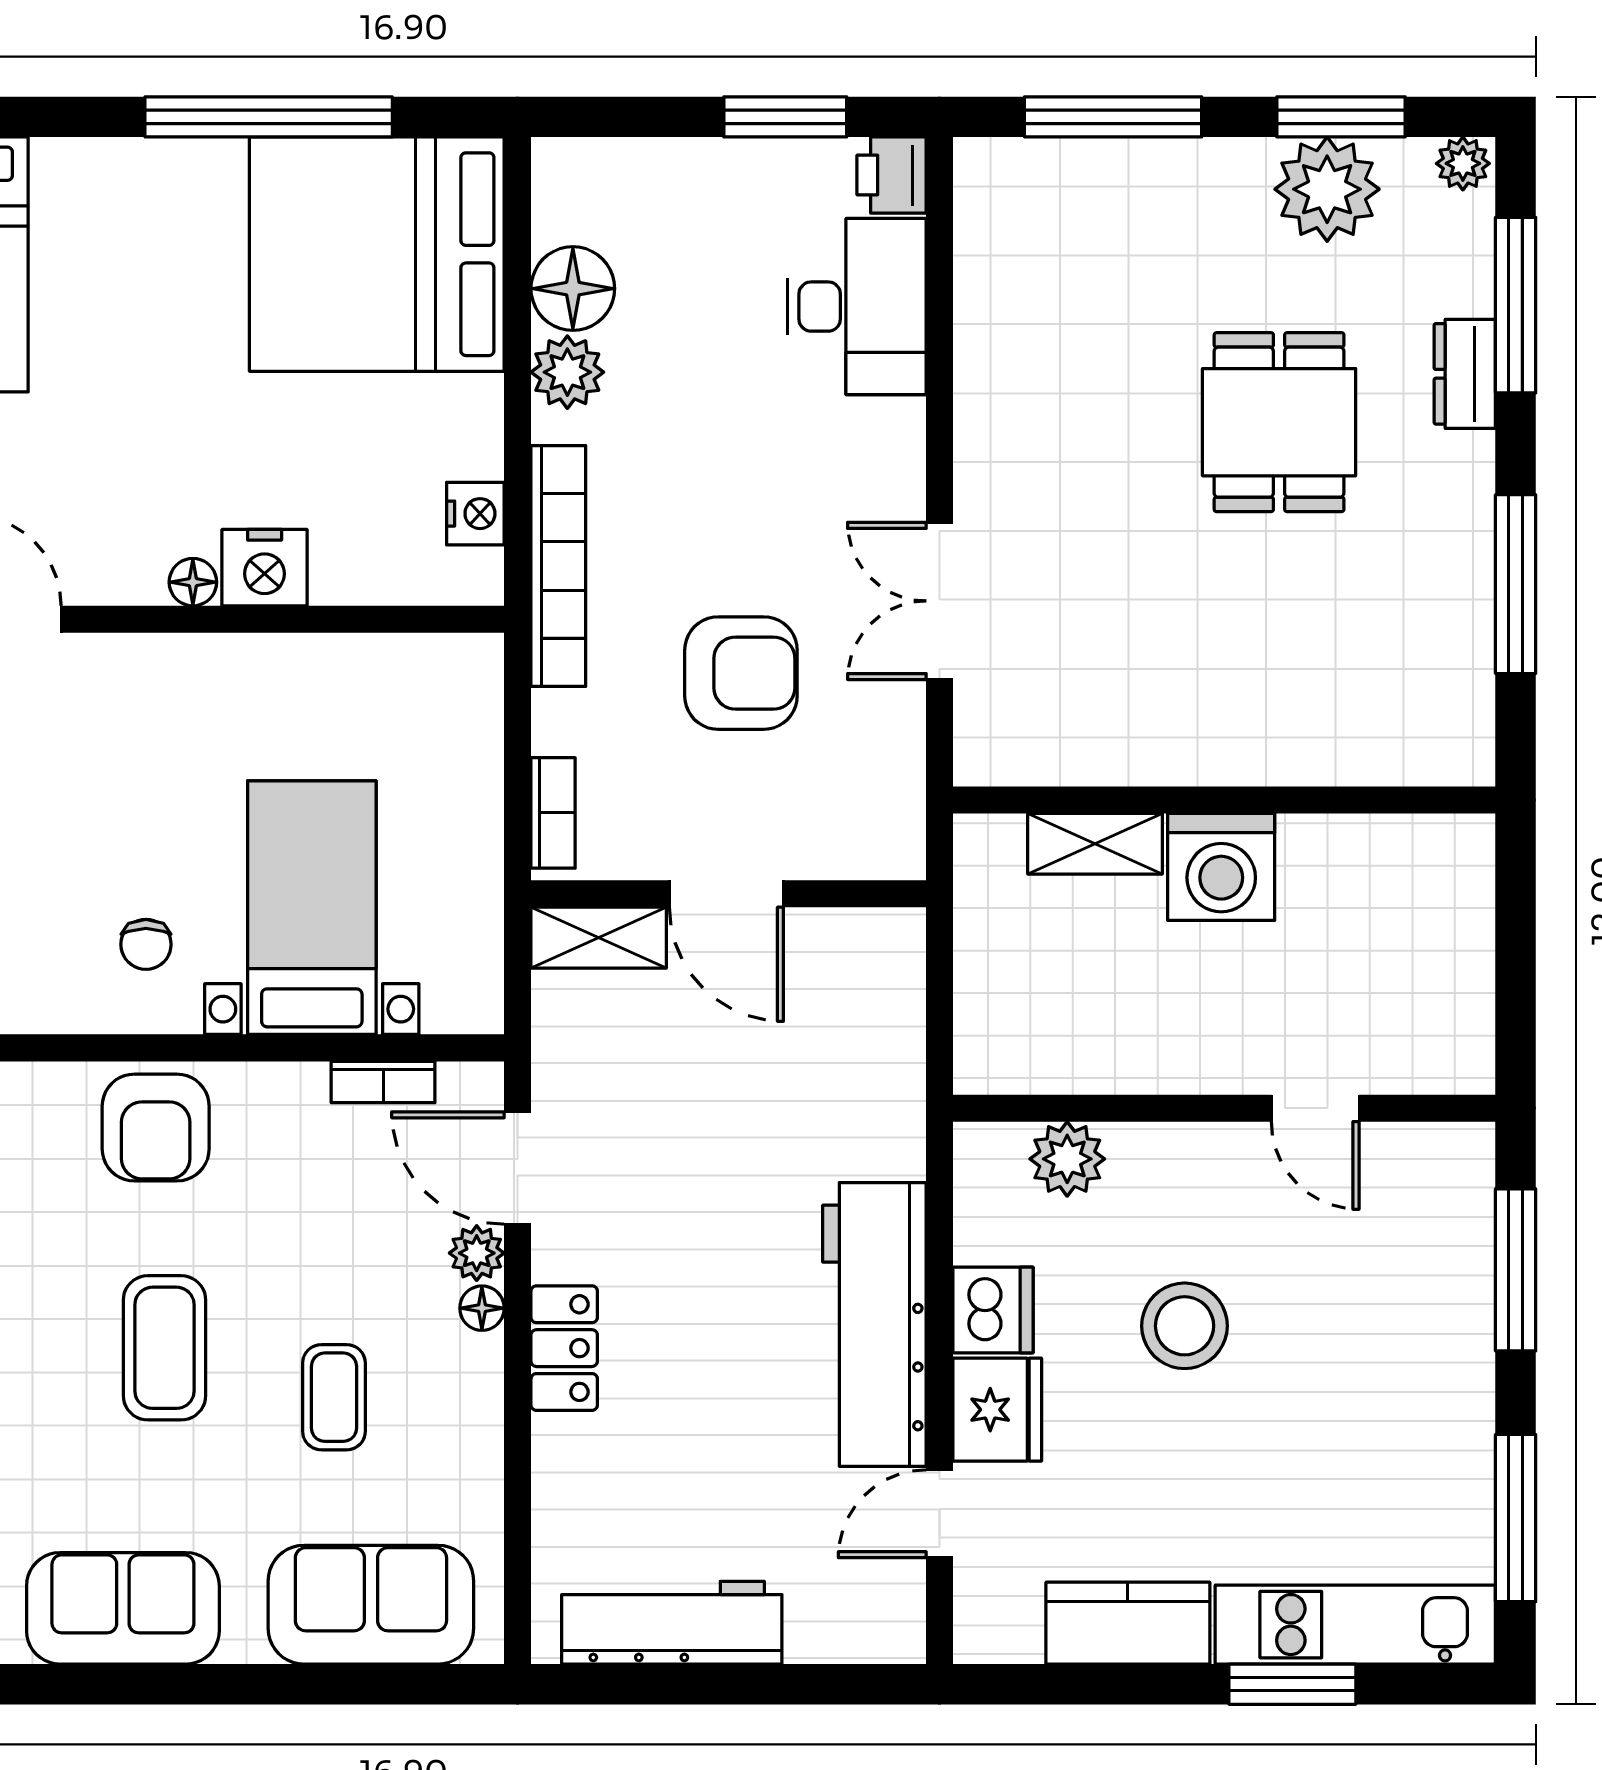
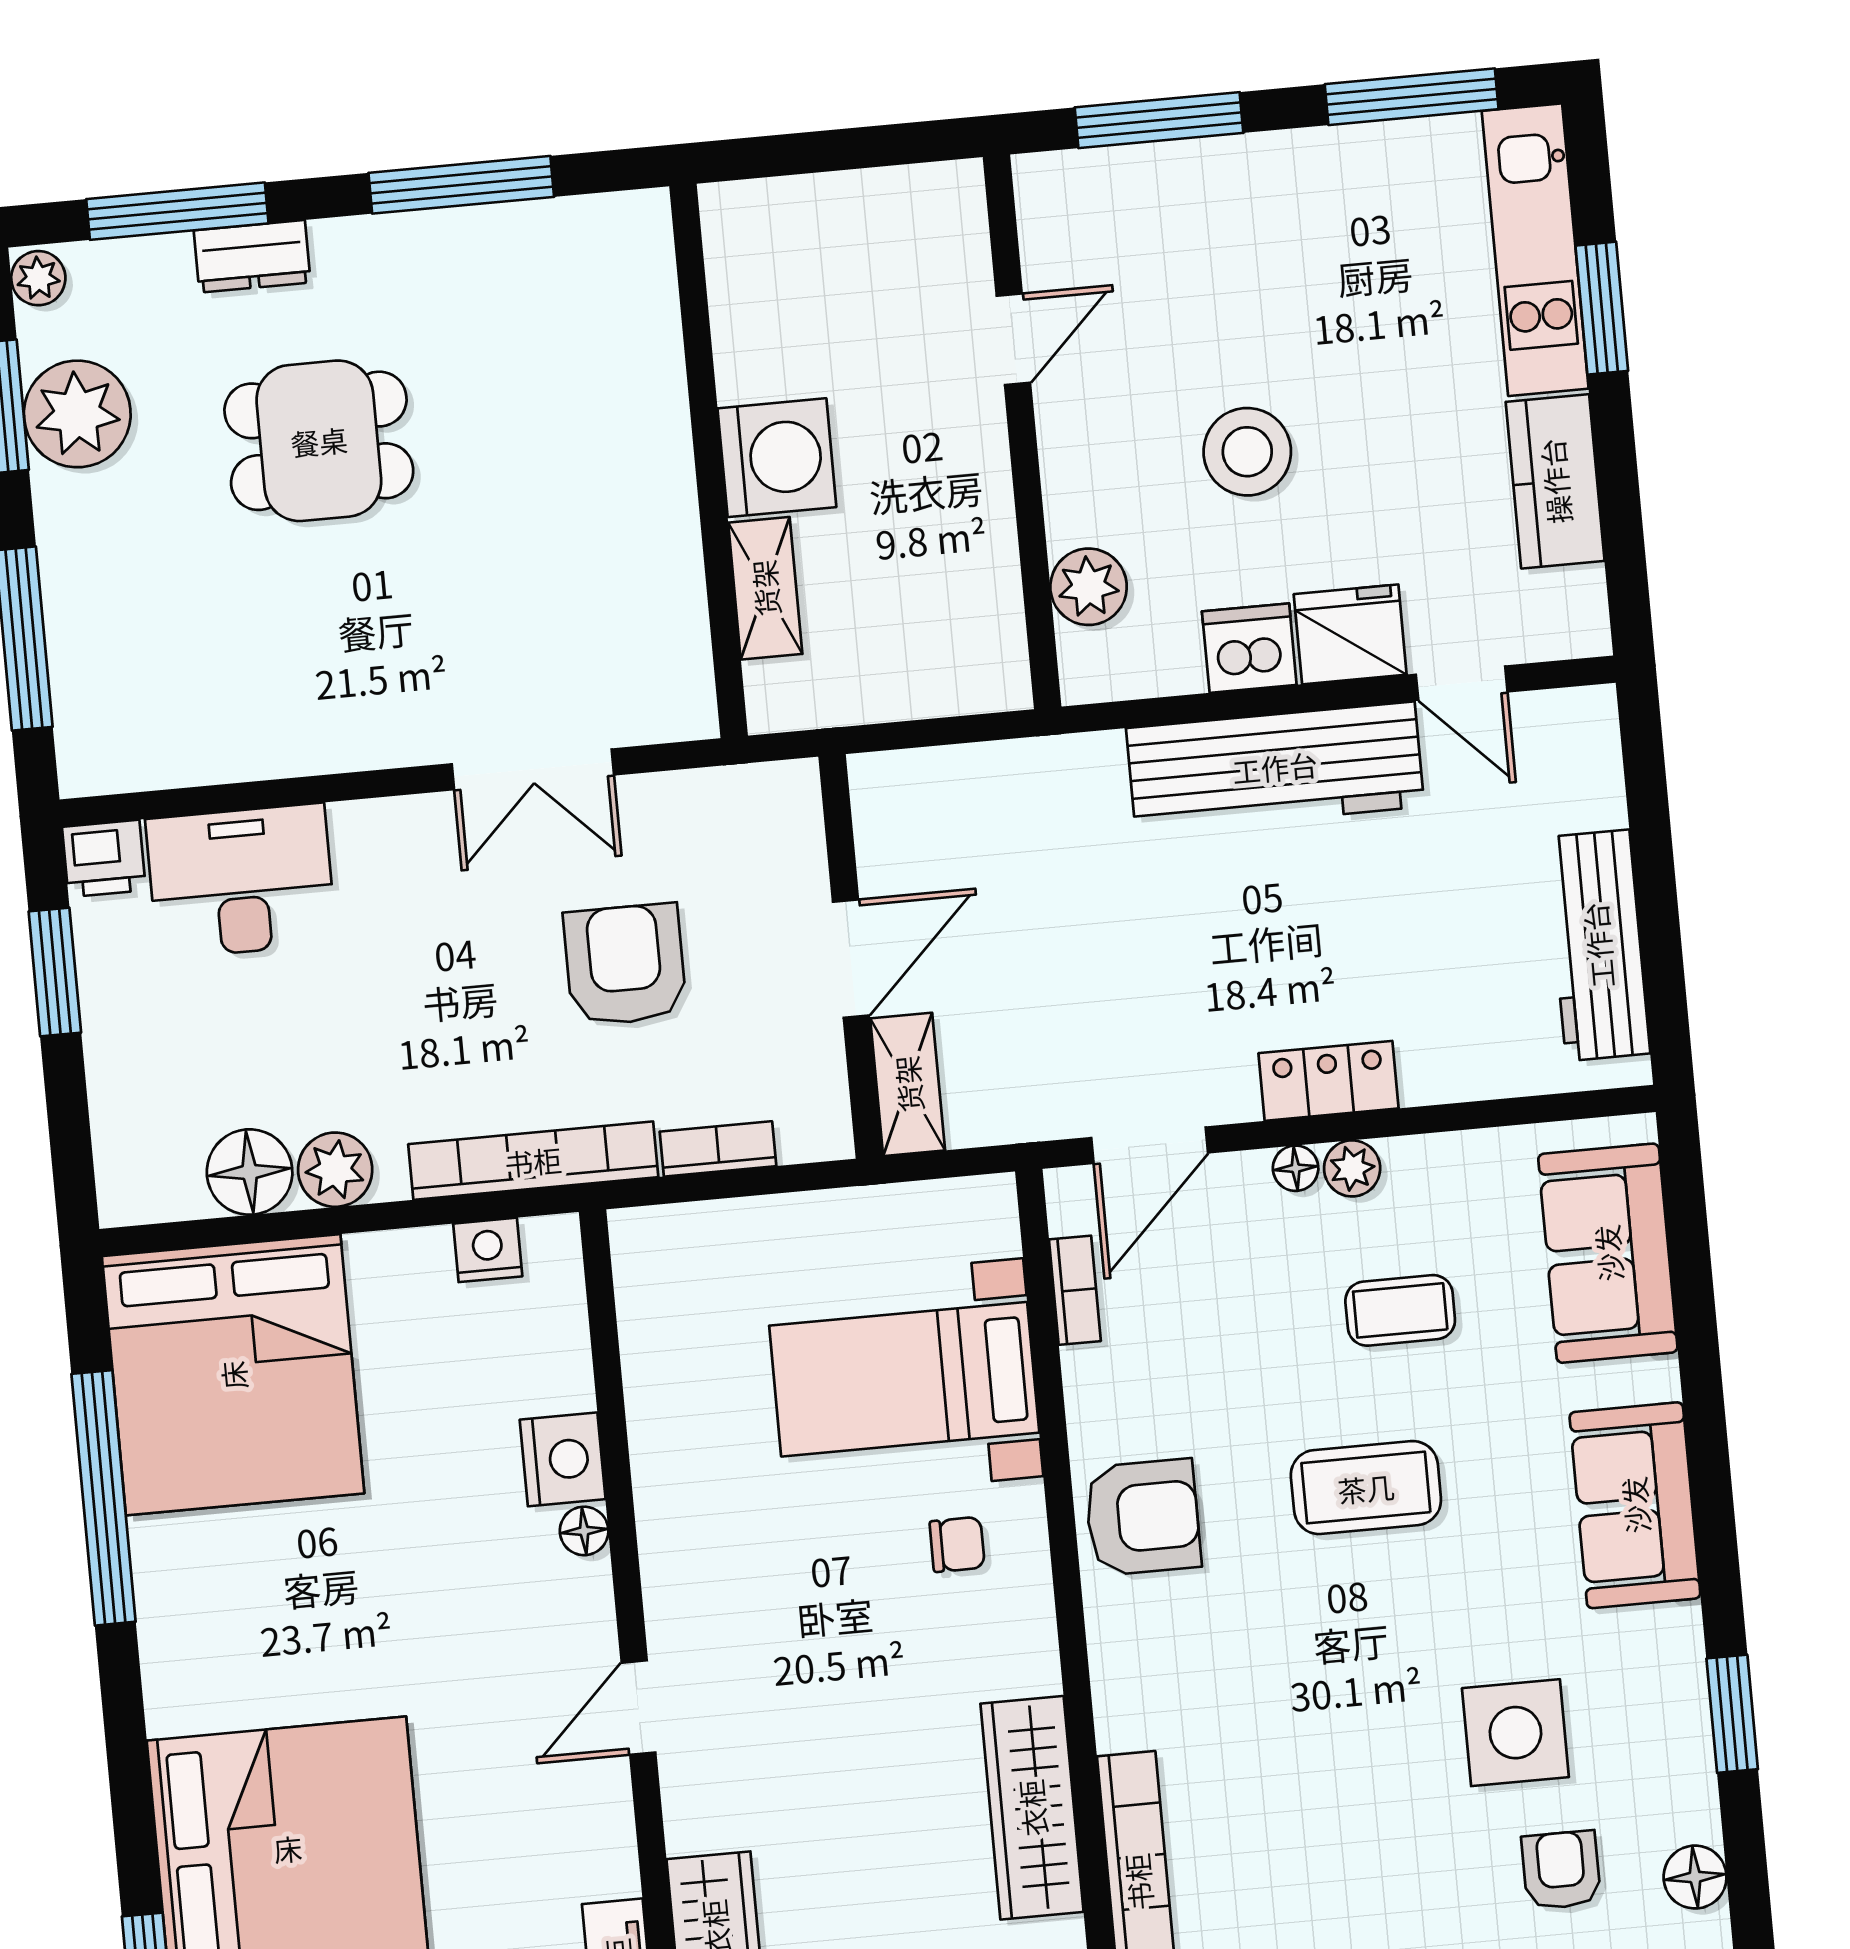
bookcase: (553, 813) -> (718, 1149), moved
plant: (477, 1253) -> (1352, 1168), moved

